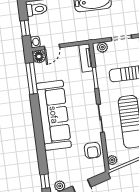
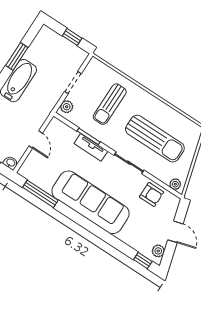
door: (52, 47) -> (36, 140), moved
floor lamp: (39, 56) -> (26, 171), removed
tv unit: (86, 58) -> (91, 147), moved

